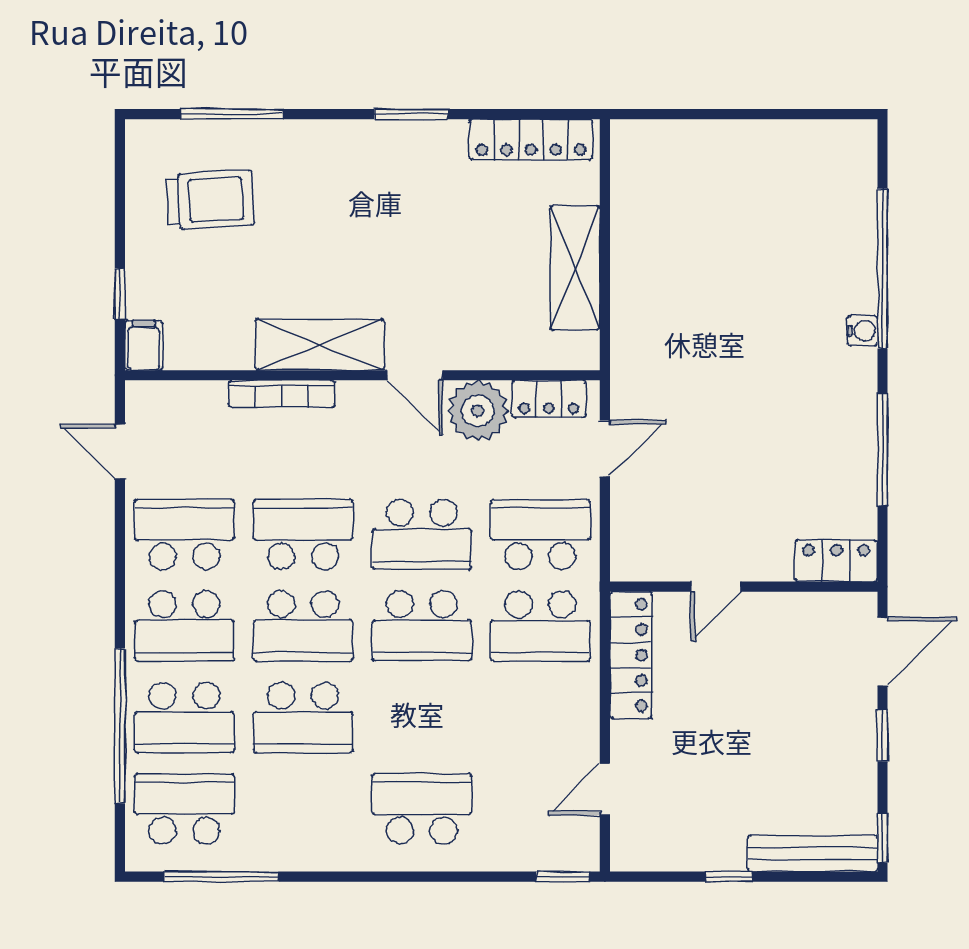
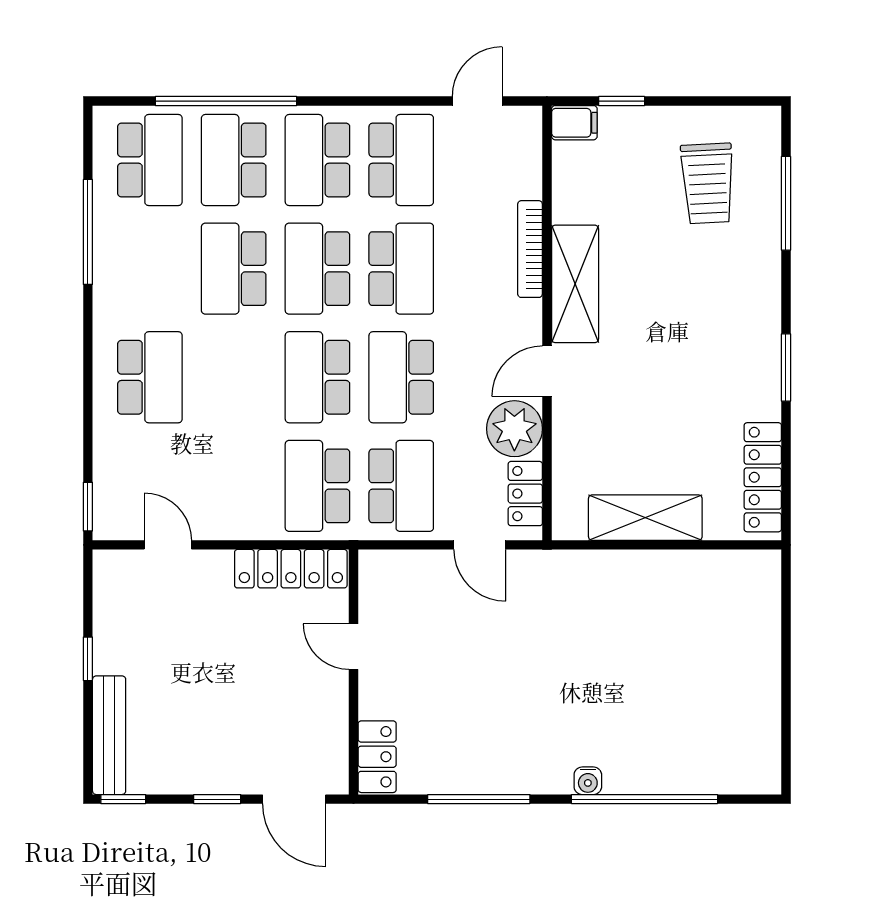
window: (221, 877) -> (88, 232), moved

